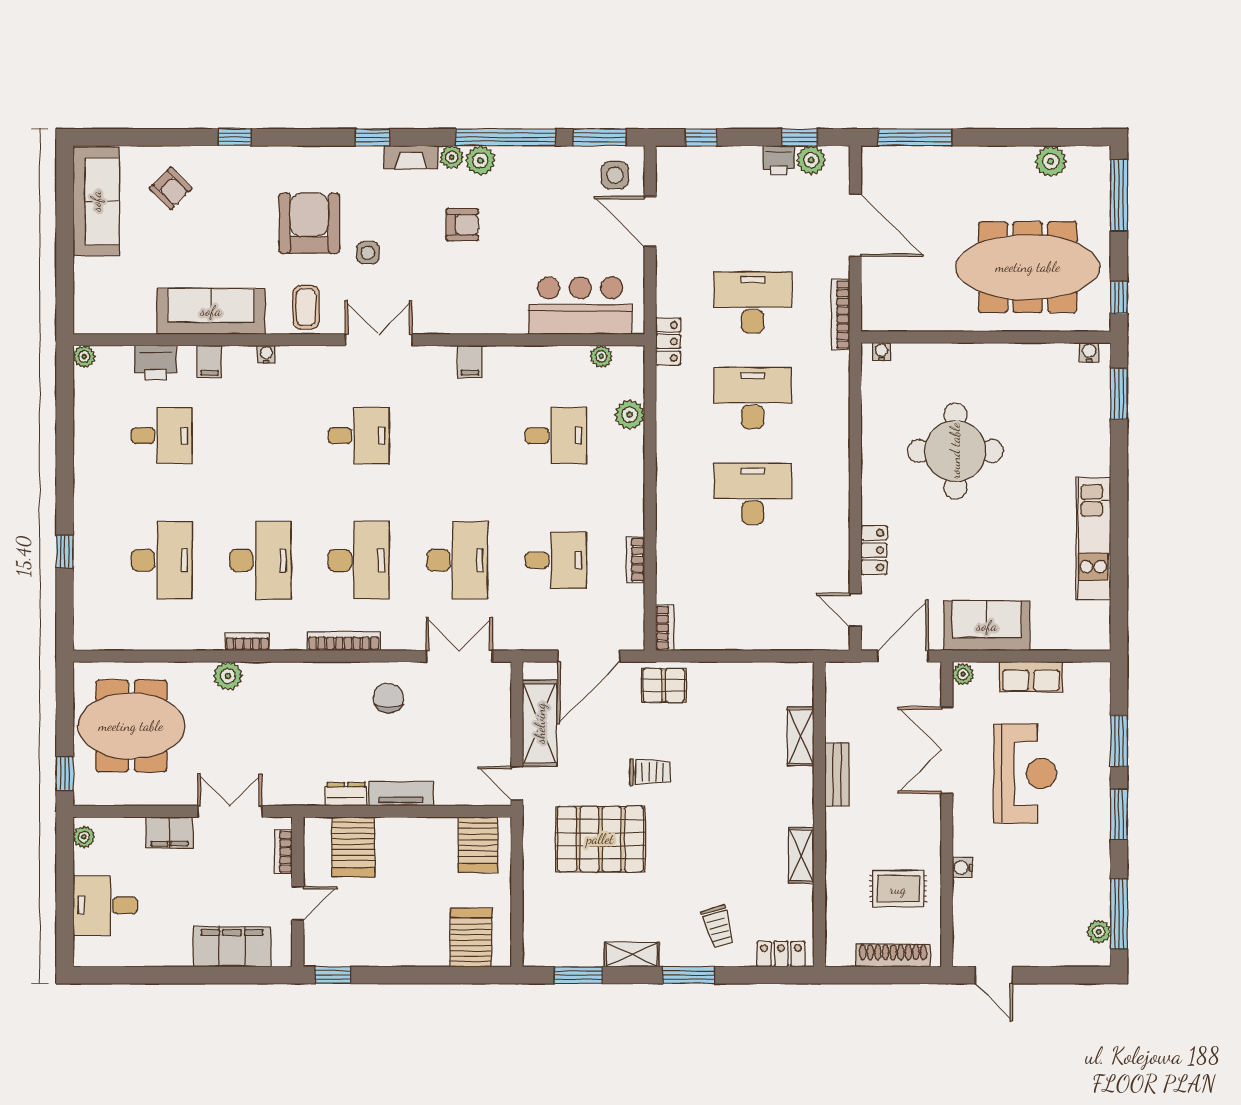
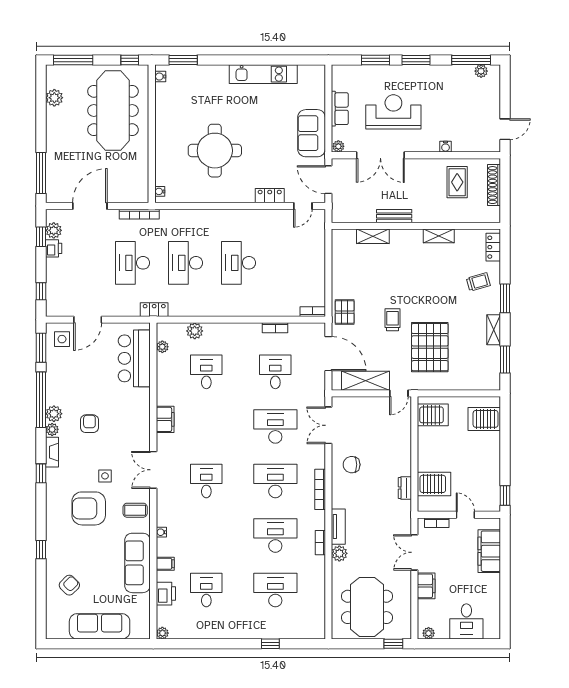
sofa: (96, 201) -> (100, 626), moved
filing cabinet: (470, 361) -> (165, 419), width x2.00
tv unit: (401, 794) -> (338, 527), moved, turned 180

